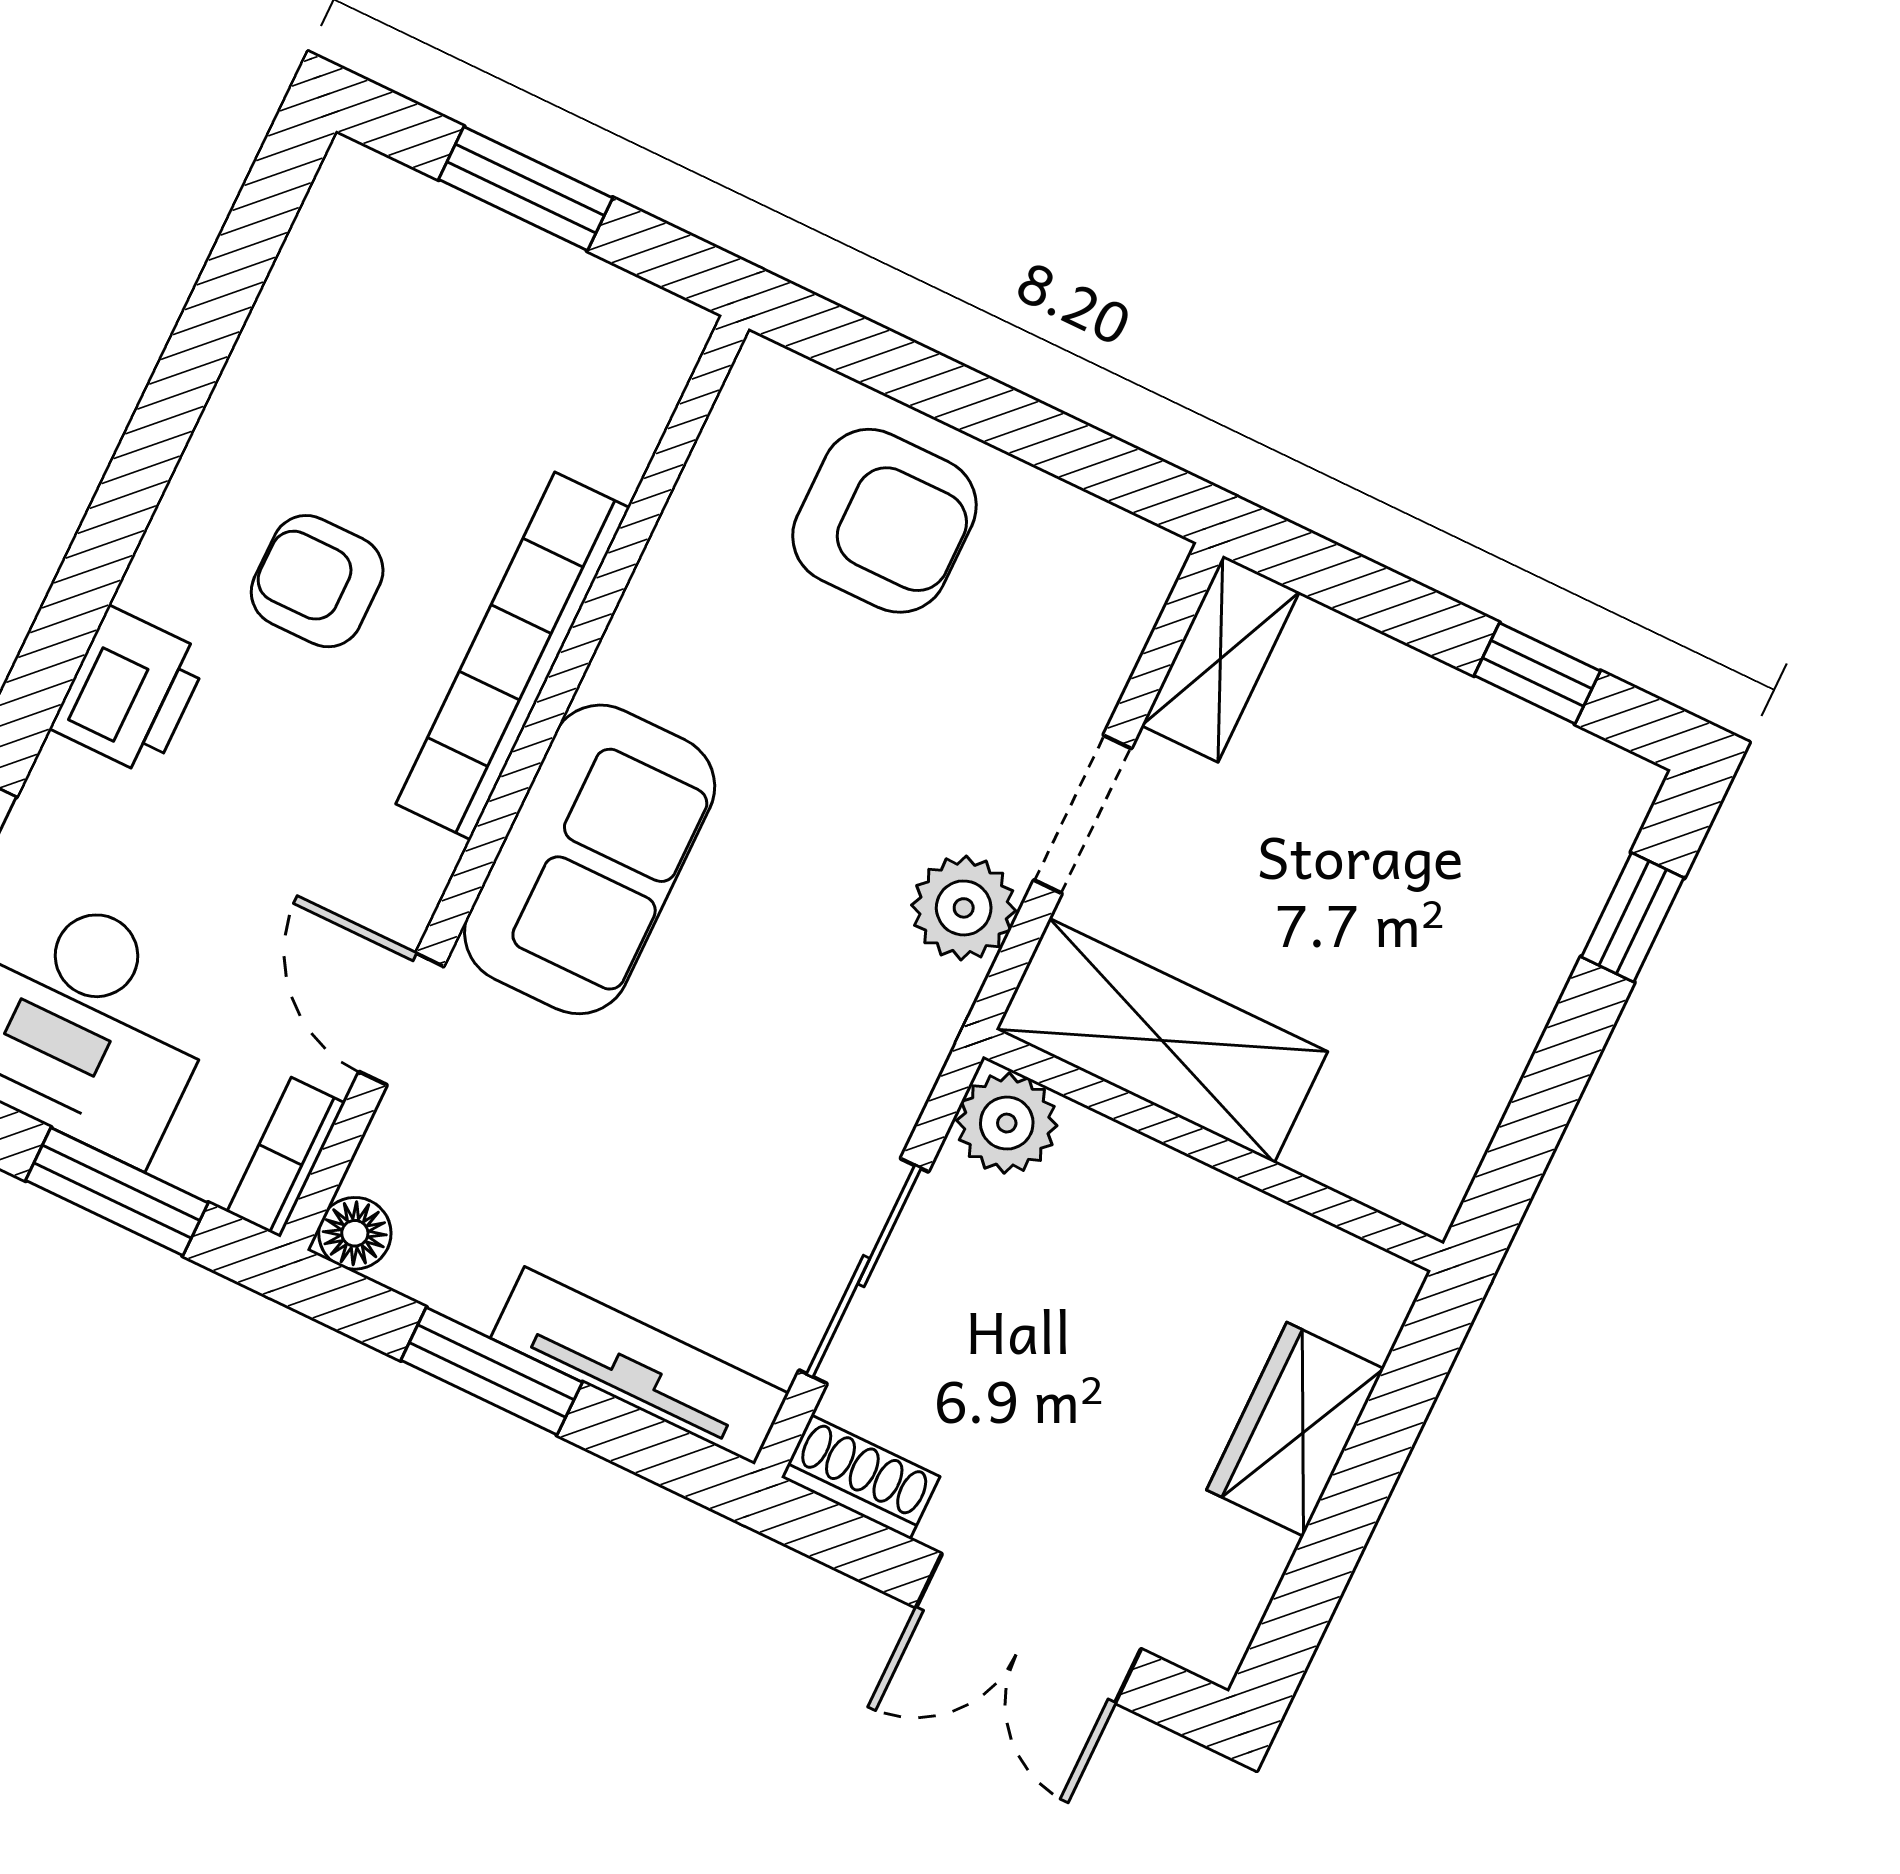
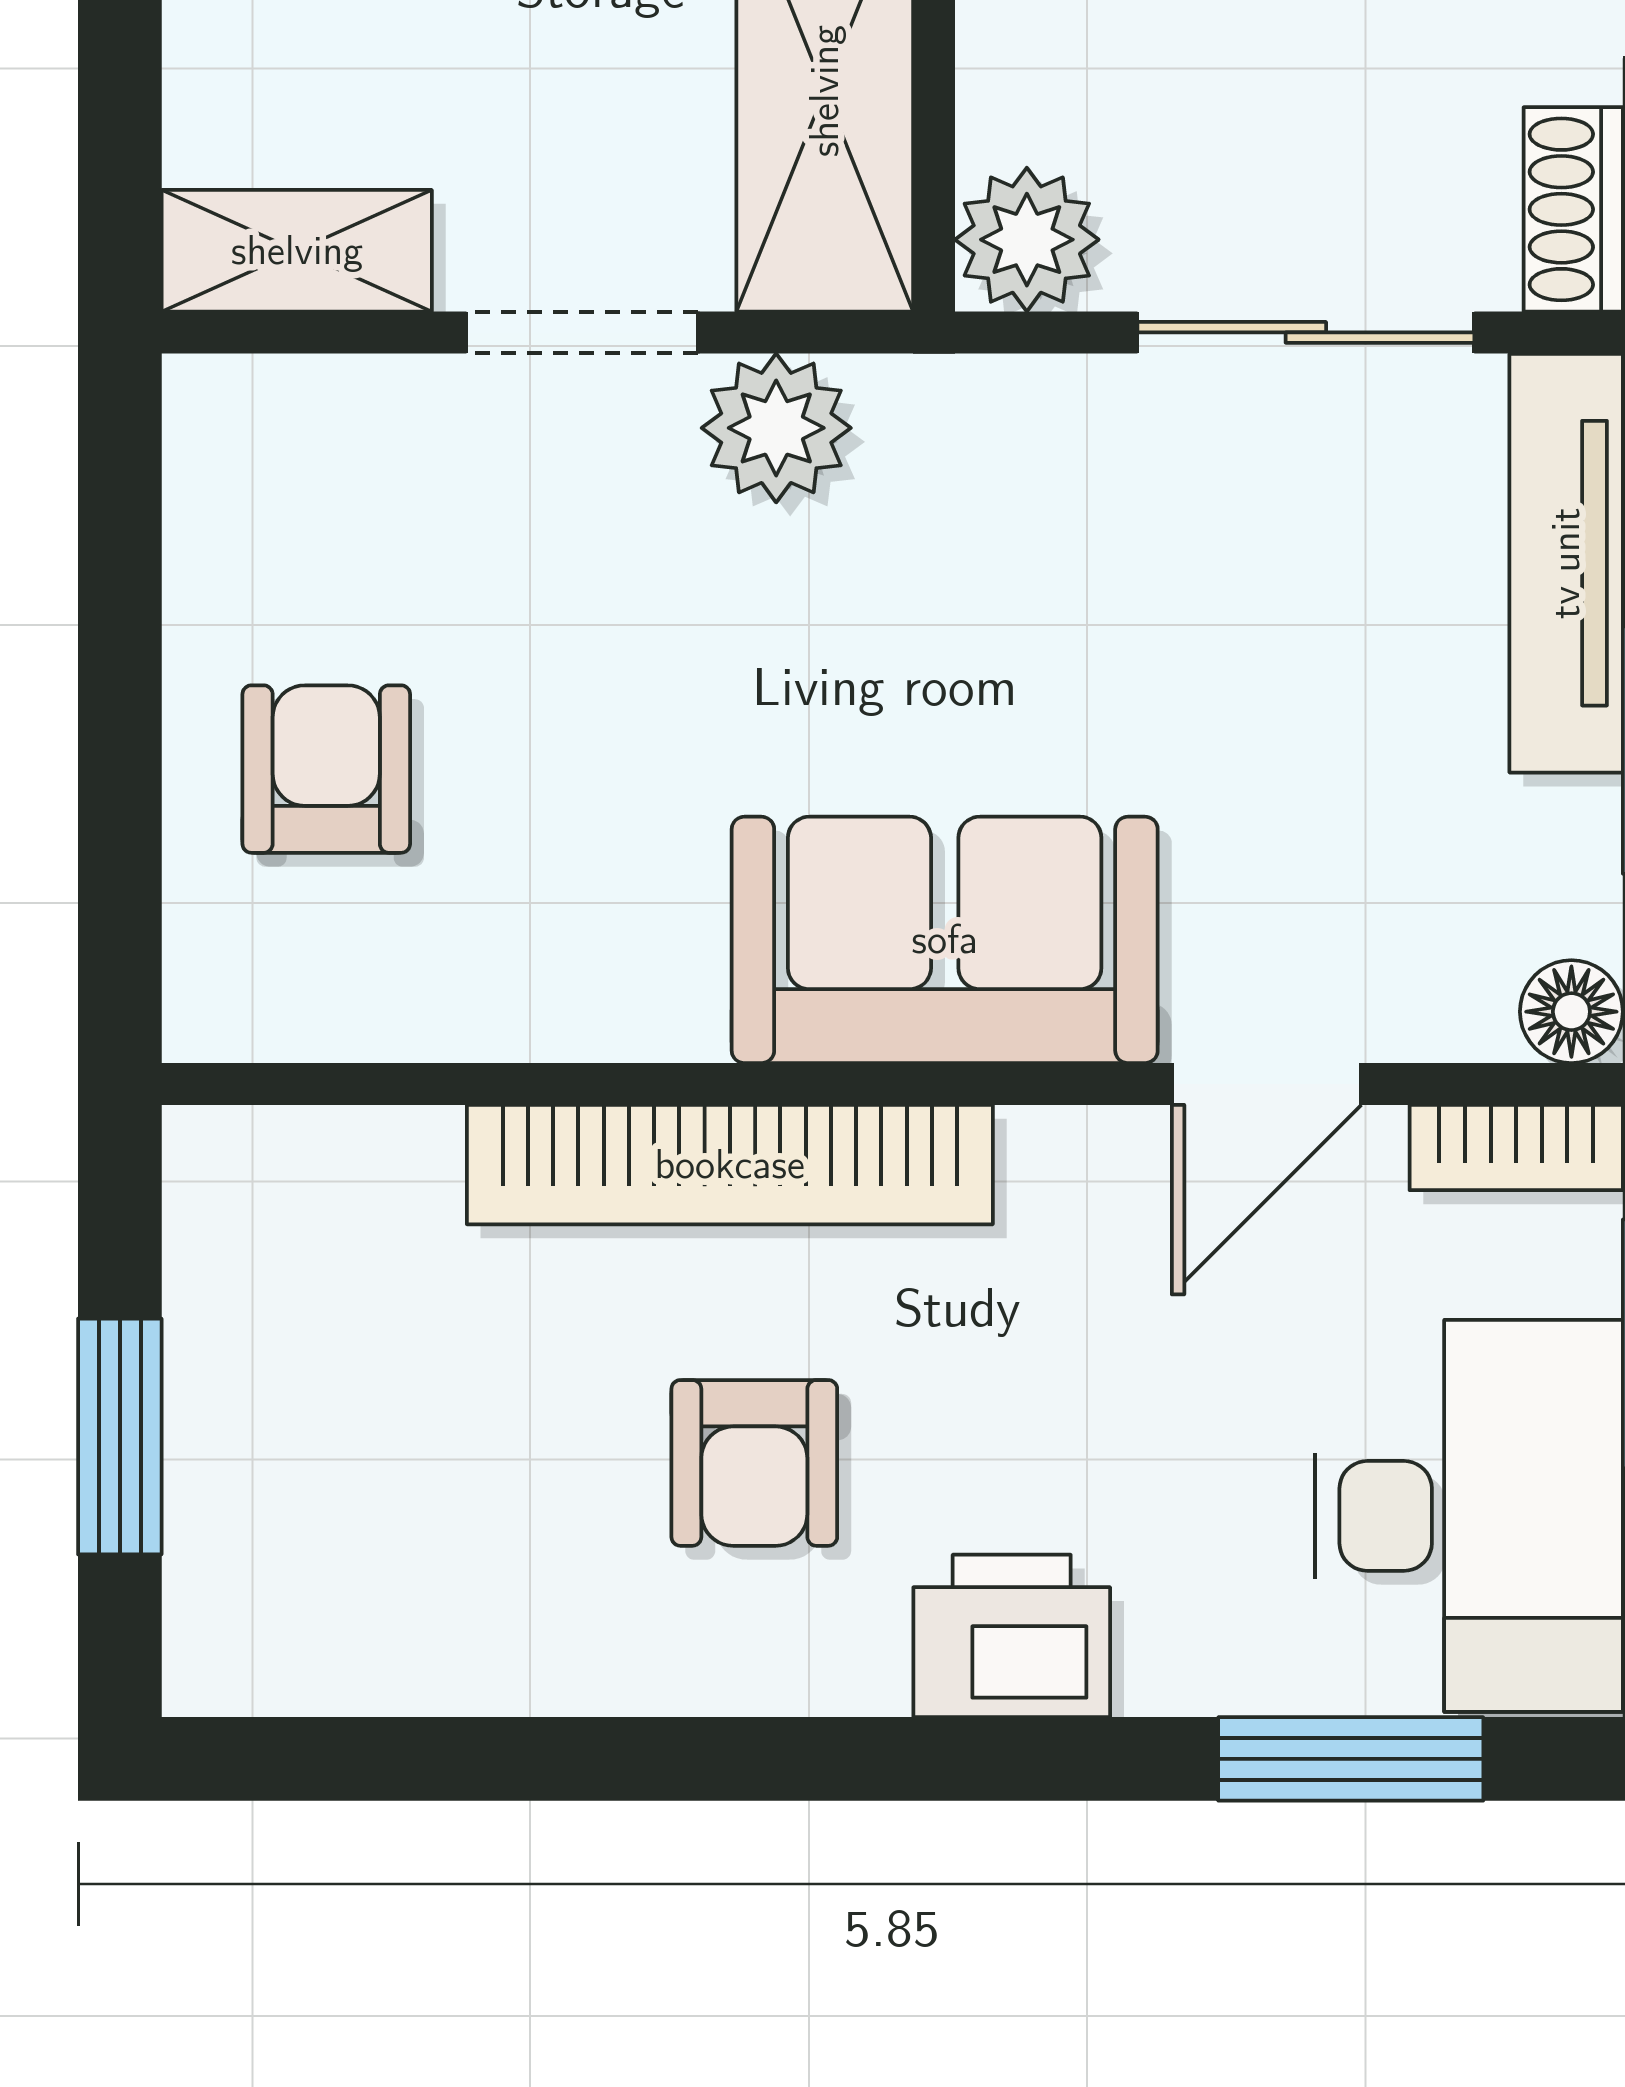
armchair: (884, 521) -> (326, 769), width x0.72, depth x0.72

